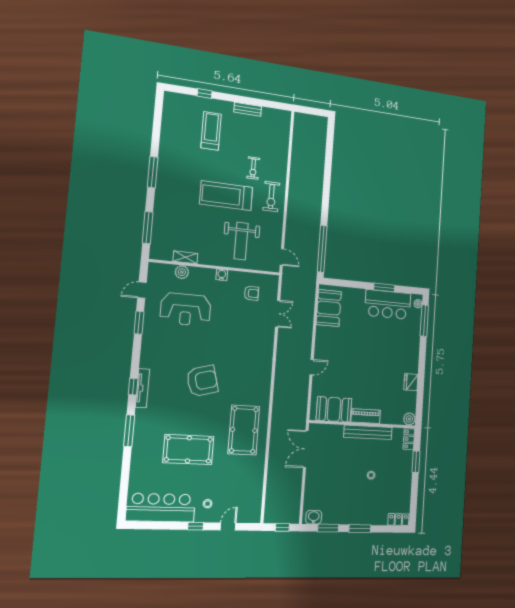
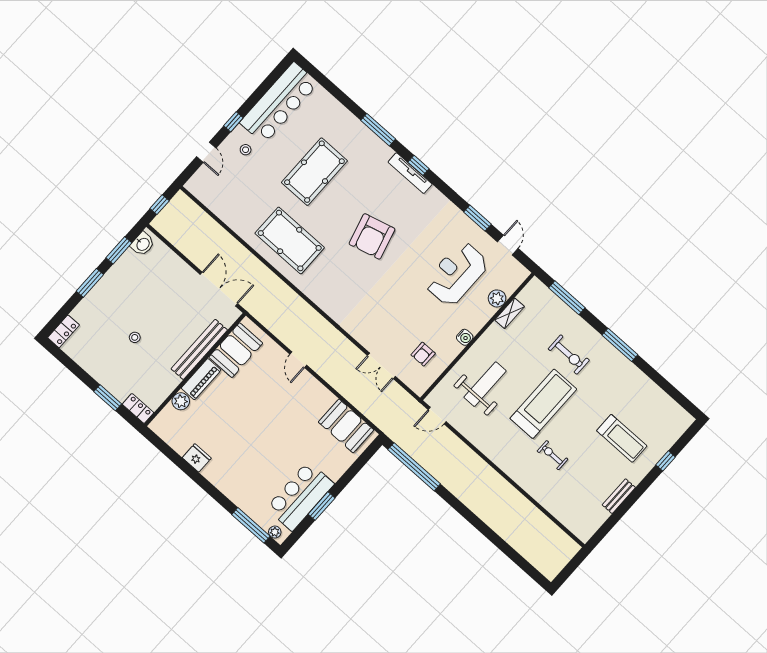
exercise bike: (271, 196) -> (569, 355), moved, turned 180
weight bench: (241, 241) -> (485, 384), turned 90
plant: (409, 419) -> (181, 401), moved
bench: (368, 432) -> (199, 349), moved

